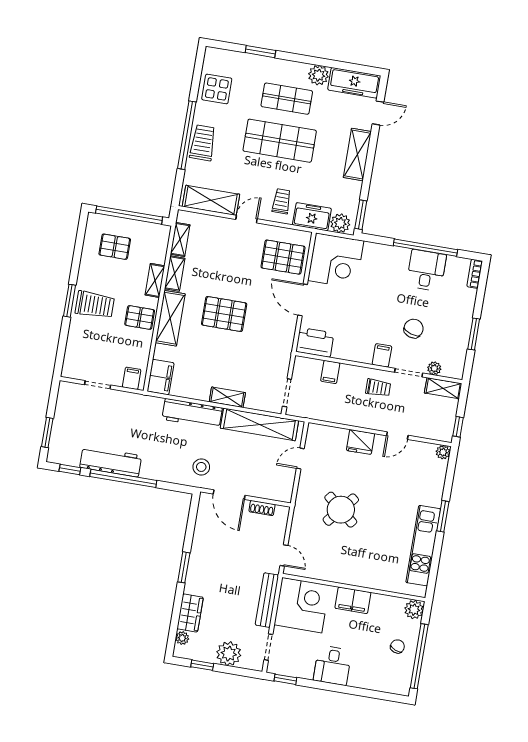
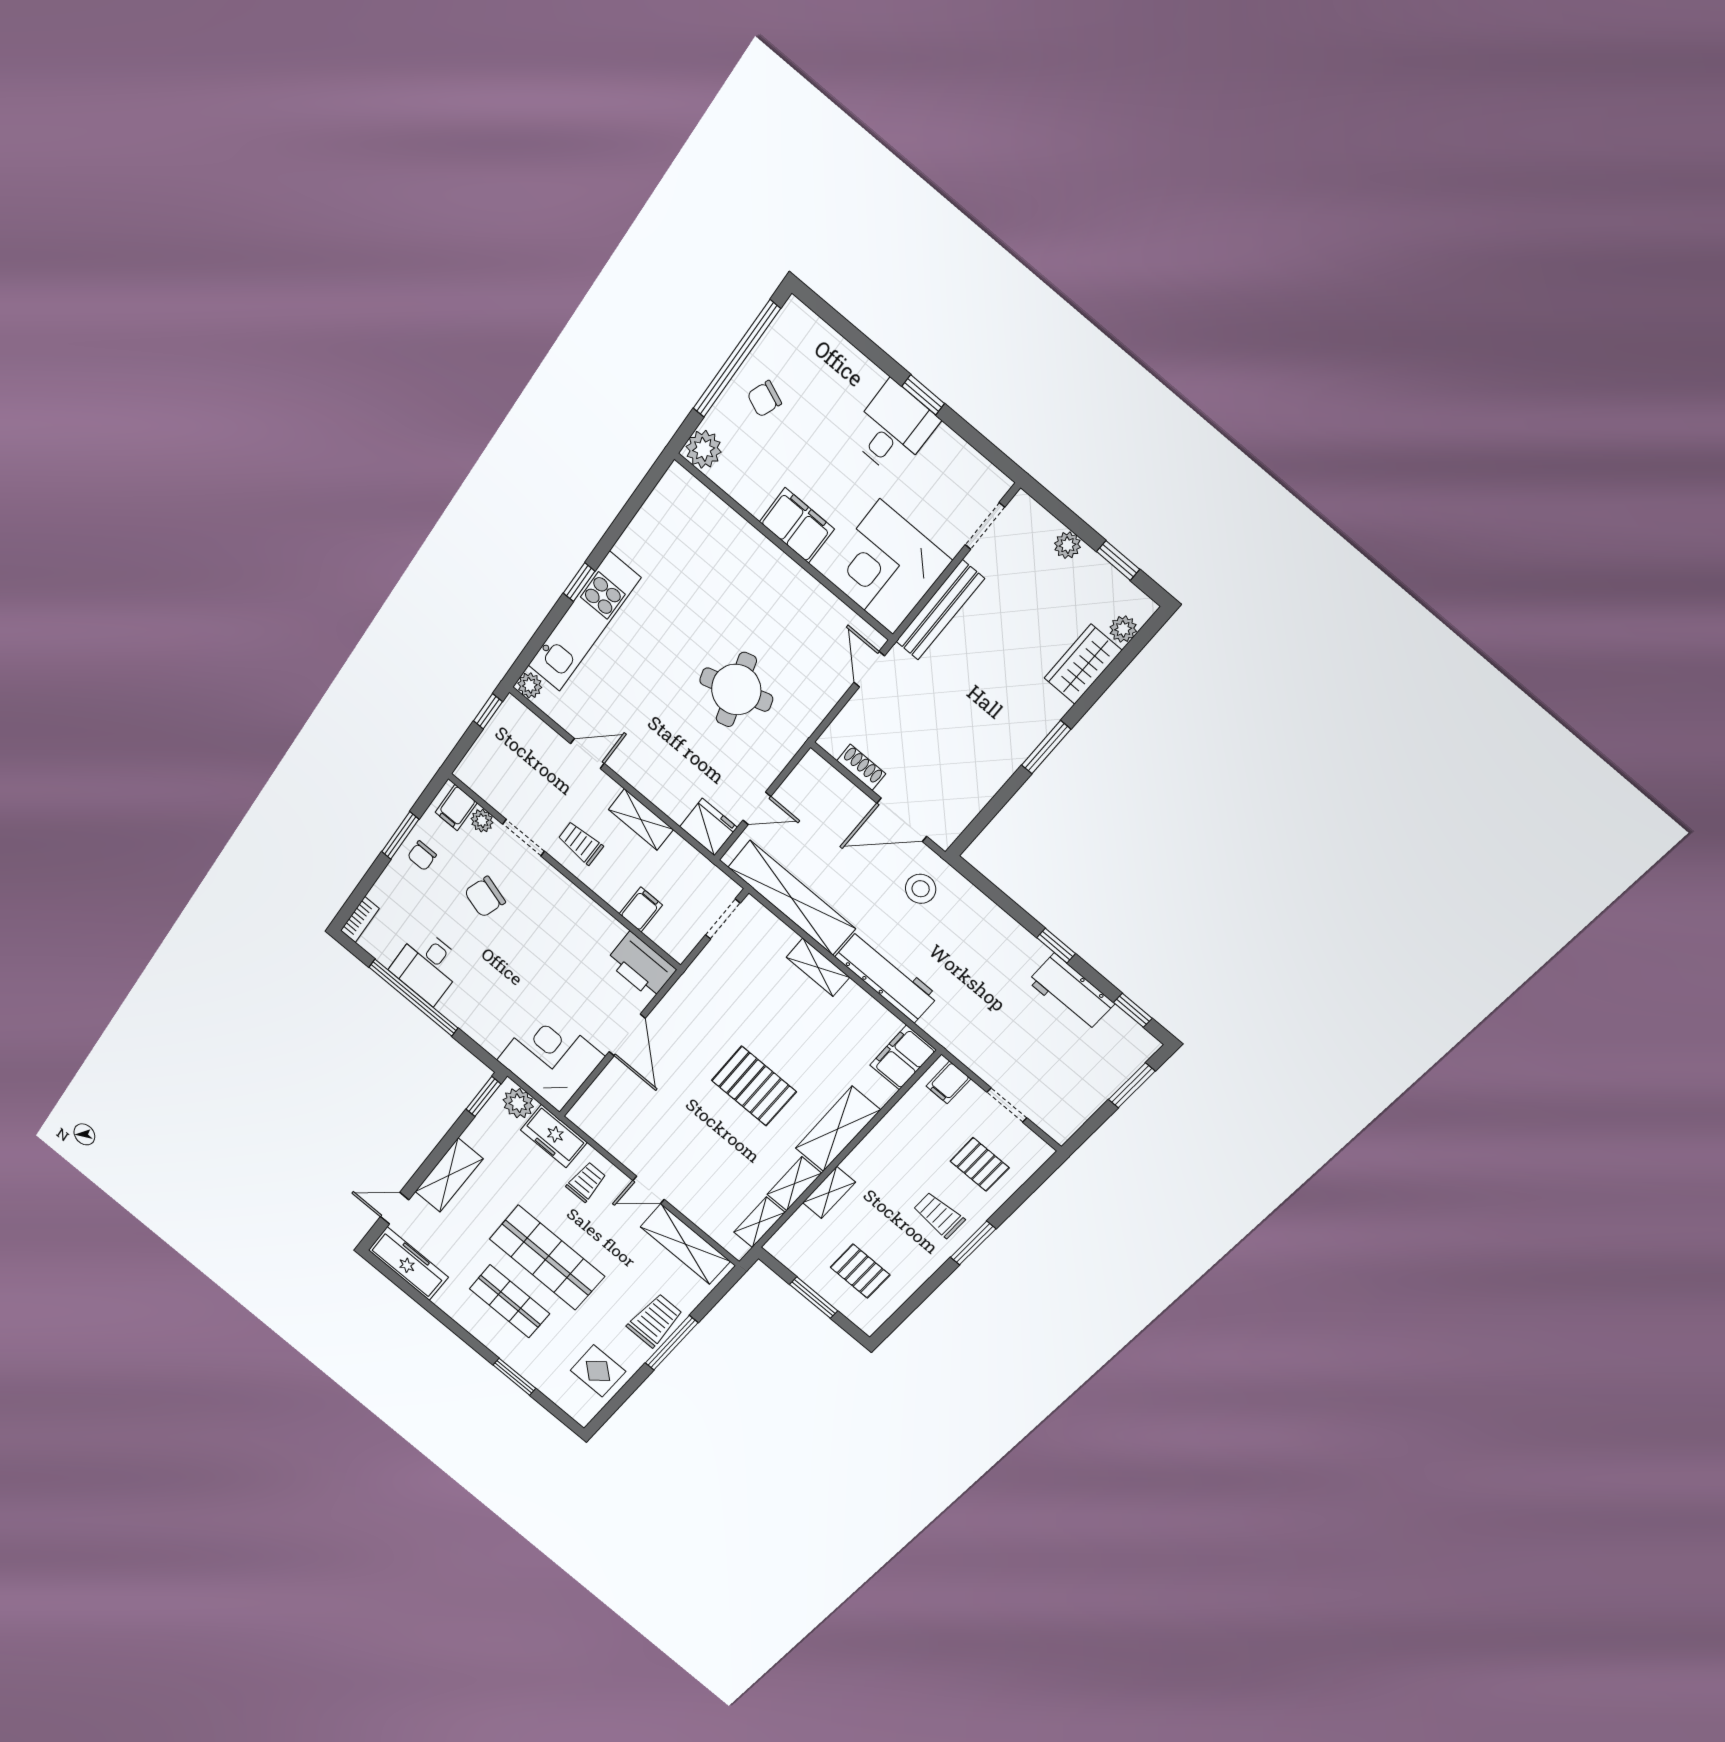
plant: (318, 75) -> (452, 1302), removed
window: (187, 135) -> (671, 1343), width x0.68
trolley: (203, 143) -> (655, 1320), turned 180
trolley: (281, 201) -> (586, 1182), turned 180
window: (129, 215) -> (814, 1298), width x0.47
pallet: (283, 257) -> (624, 1109), removed
trolley: (95, 305) -> (939, 1215), width x0.73, depth x0.72
pallet: (140, 317) -> (980, 1164), moved
chair: (457, 330) -> (422, 856), added
filing cabinet: (382, 355) -> (456, 808), moved
shelving: (443, 388) -> (641, 820), moved
fridge: (360, 442) -> (708, 827), moved
workbench: (111, 462) -> (1071, 992), width x0.73
window: (123, 478) -> (1056, 946), width x0.32
door: (229, 495) -> (902, 820), swing flipped
round table: (341, 510) -> (736, 690), turned 33
window: (443, 516) -> (579, 582), width x0.67
kitchen unit: (423, 546) -> (584, 622), moved
plant: (229, 654) -> (1067, 545), width x0.53, depth x0.53
window: (285, 679) -> (923, 395), moved

